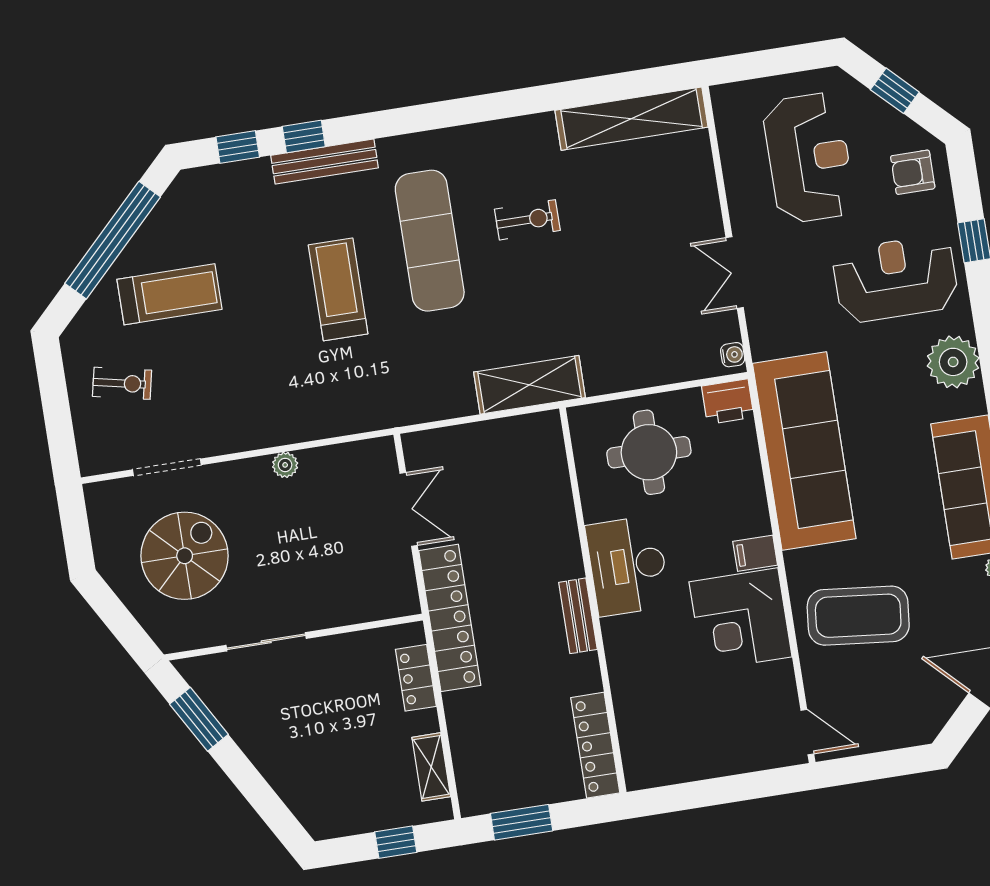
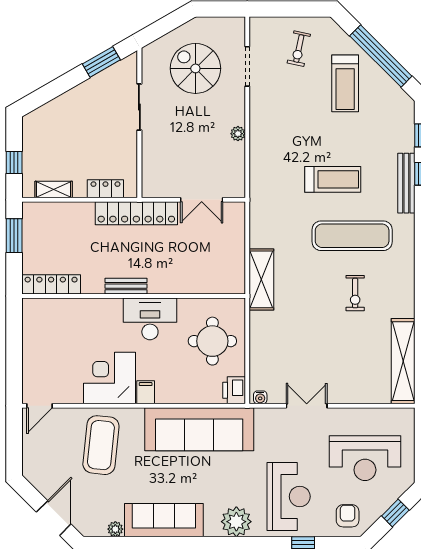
spiral stairs: (185, 556) -> (195, 68), turned 180

